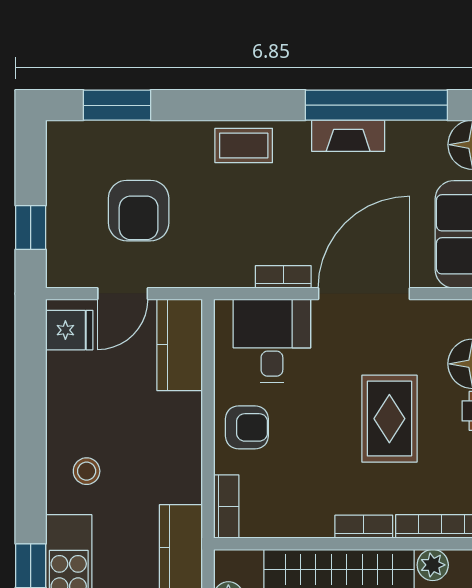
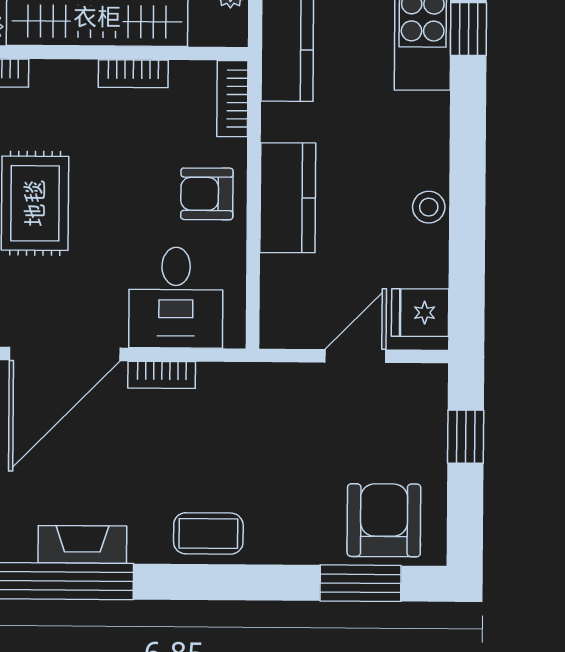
armchair: (139, 211) -> (384, 520), moved
kitchen counter: (180, 345) -> (288, 198), moved
stool: (87, 471) -> (429, 207), moved
bookcase: (364, 527) -> (133, 74), moved

